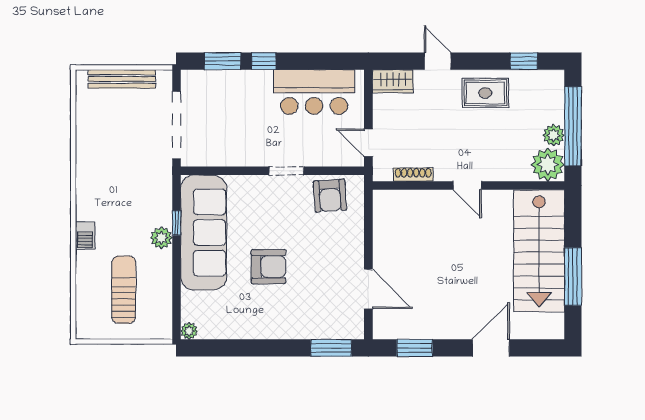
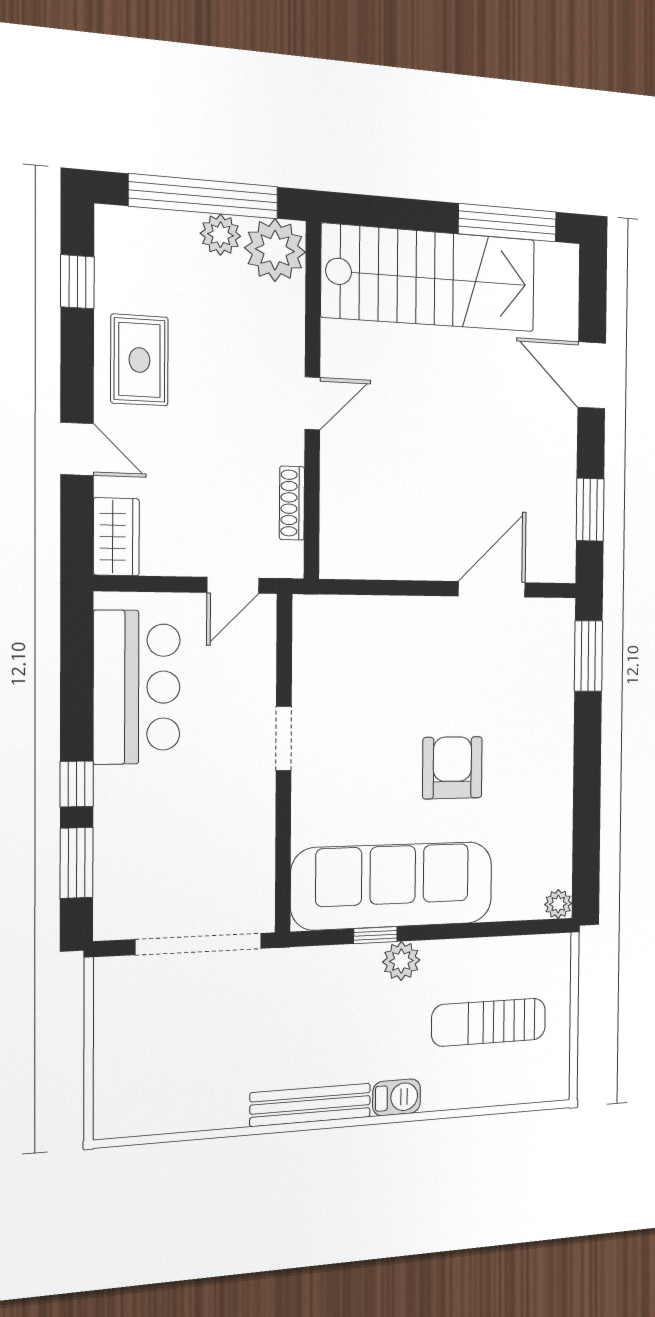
door: (438, 61) -> (77, 449), swing flipped
bench: (122, 79) -> (310, 1105), moved, turned 90
armchair: (330, 196) -> (329, 658), removed
window: (573, 277) -> (507, 223), moved

